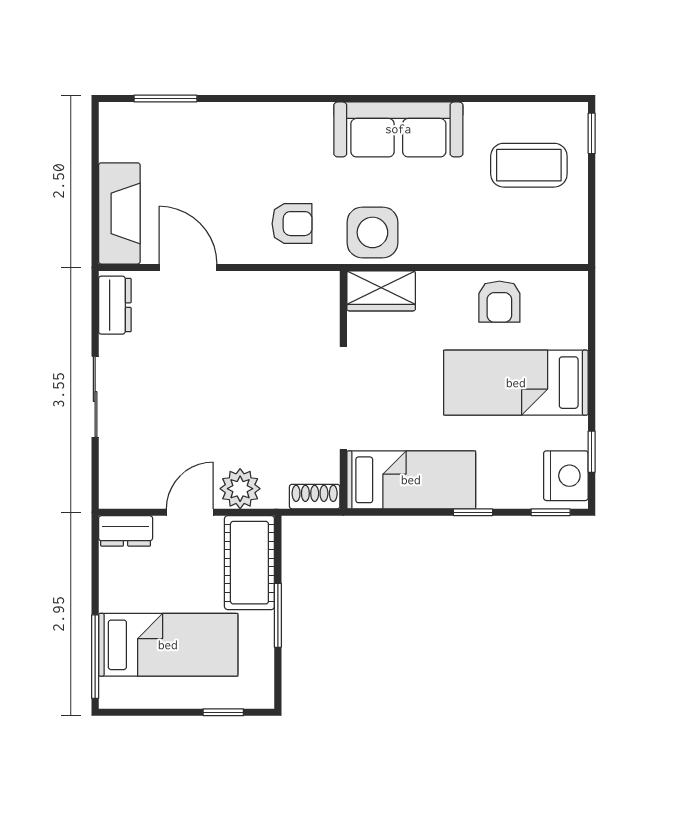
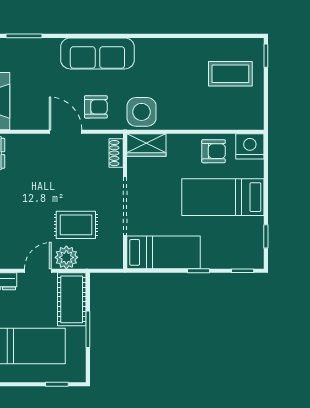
sofa: (398, 129) -> (97, 53), moved
door: (188, 267) -> (65, 132), moved
armchair: (499, 302) -> (214, 151), turned -90
rug: (257, 431) -> (76, 225), added
nightstand: (566, 476) -> (250, 146), moved, turned -90
shoe rack: (315, 497) -> (116, 153), moved, turned -90

